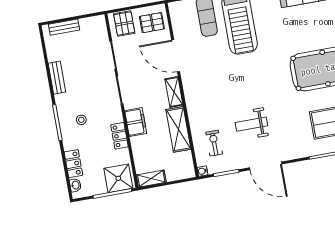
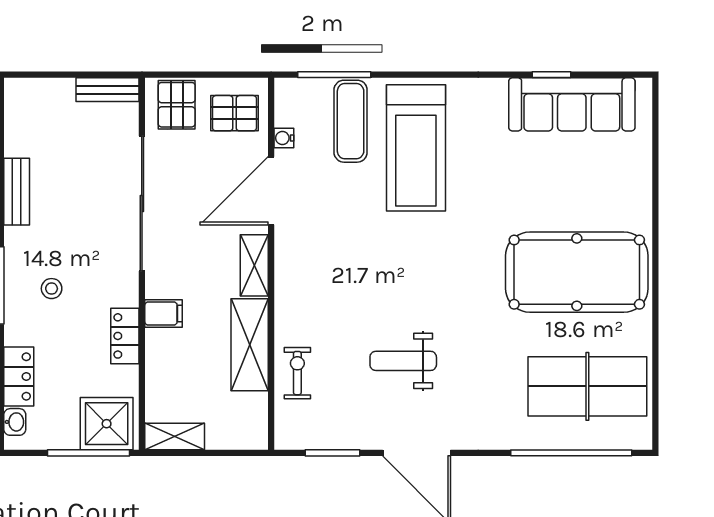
bench: (64, 27) -> (108, 90), moved
door: (176, 56) -> (271, 191), hinge flipped
filing cabinet: (136, 122) -> (164, 313), width x0.50
exercise bike: (214, 143) -> (297, 373), moved
water cooler: (202, 171) -> (284, 138), moved

